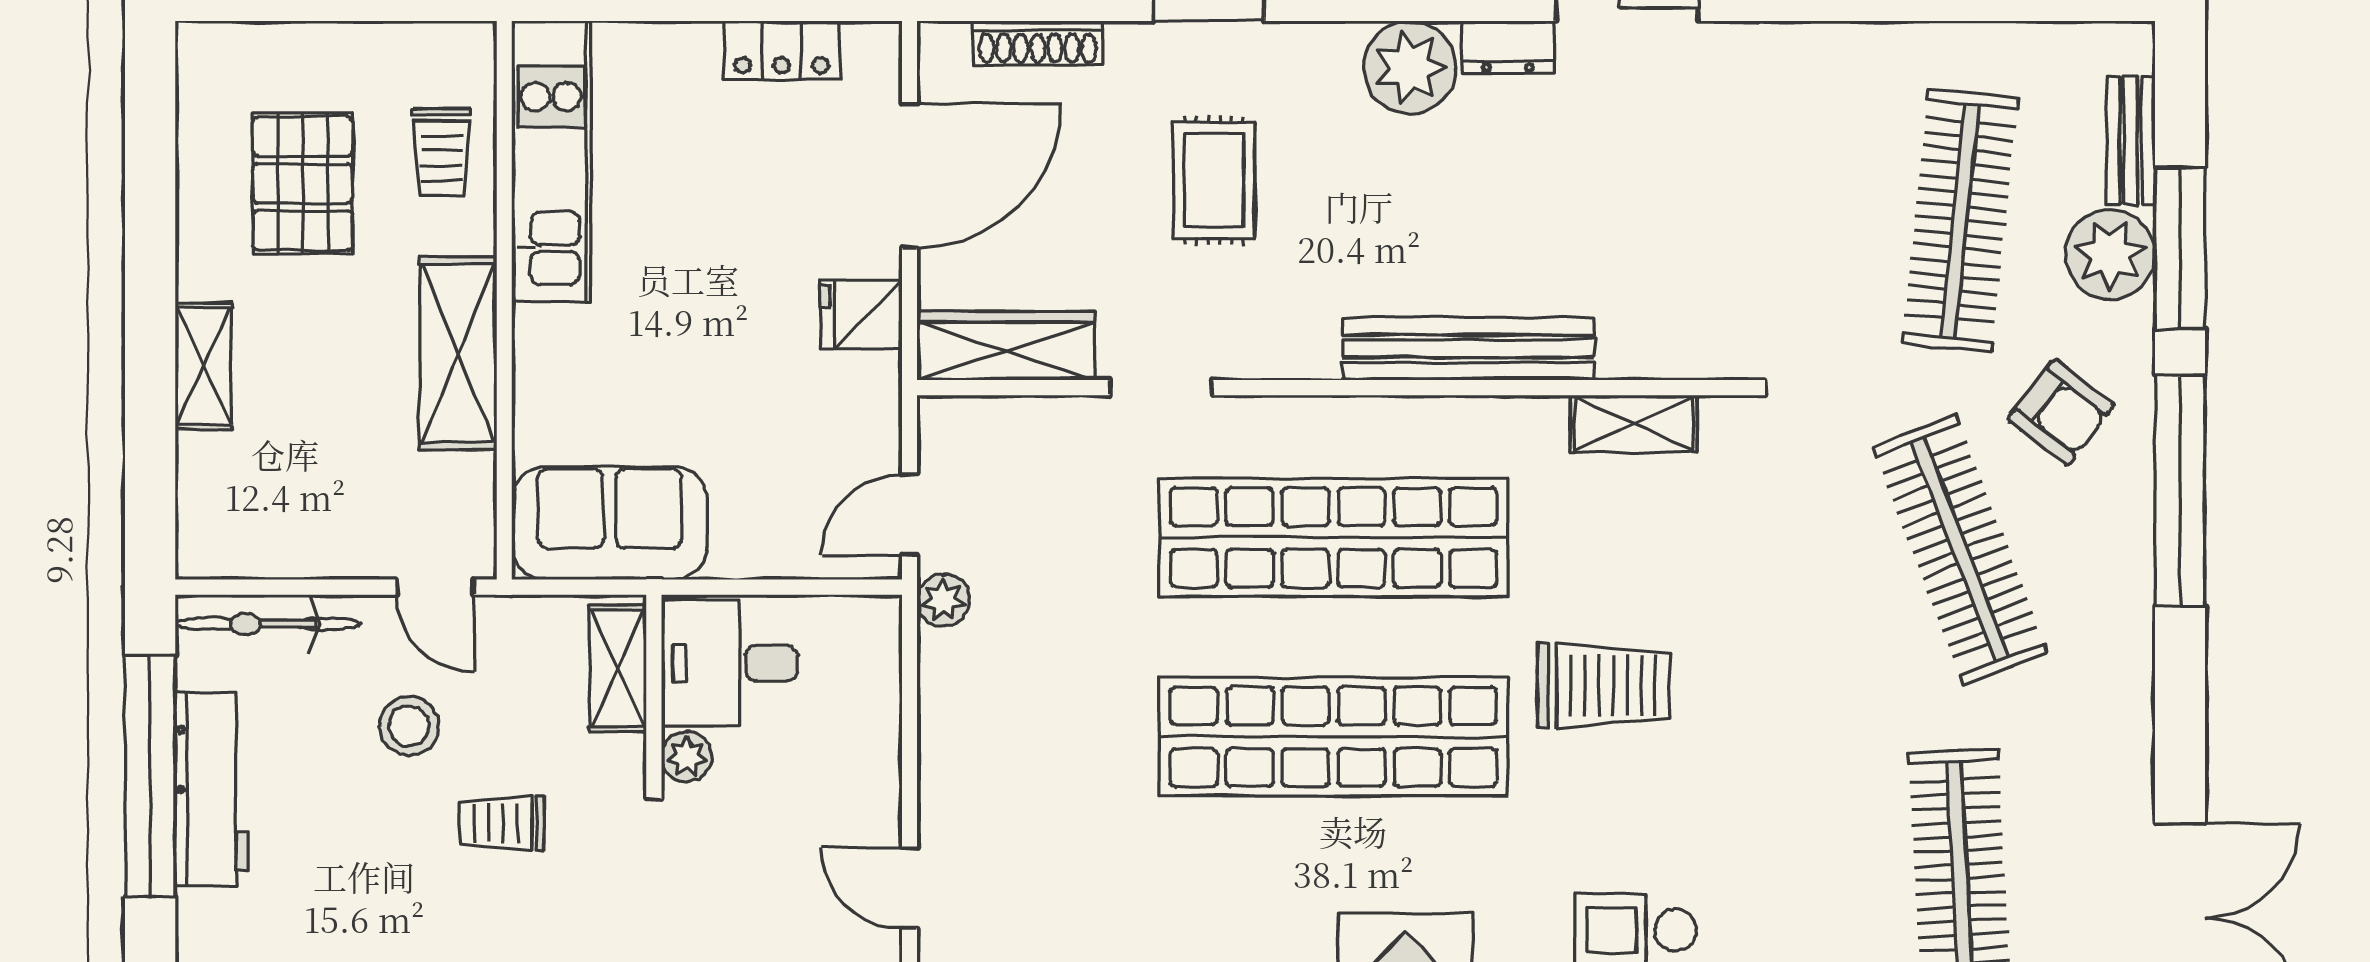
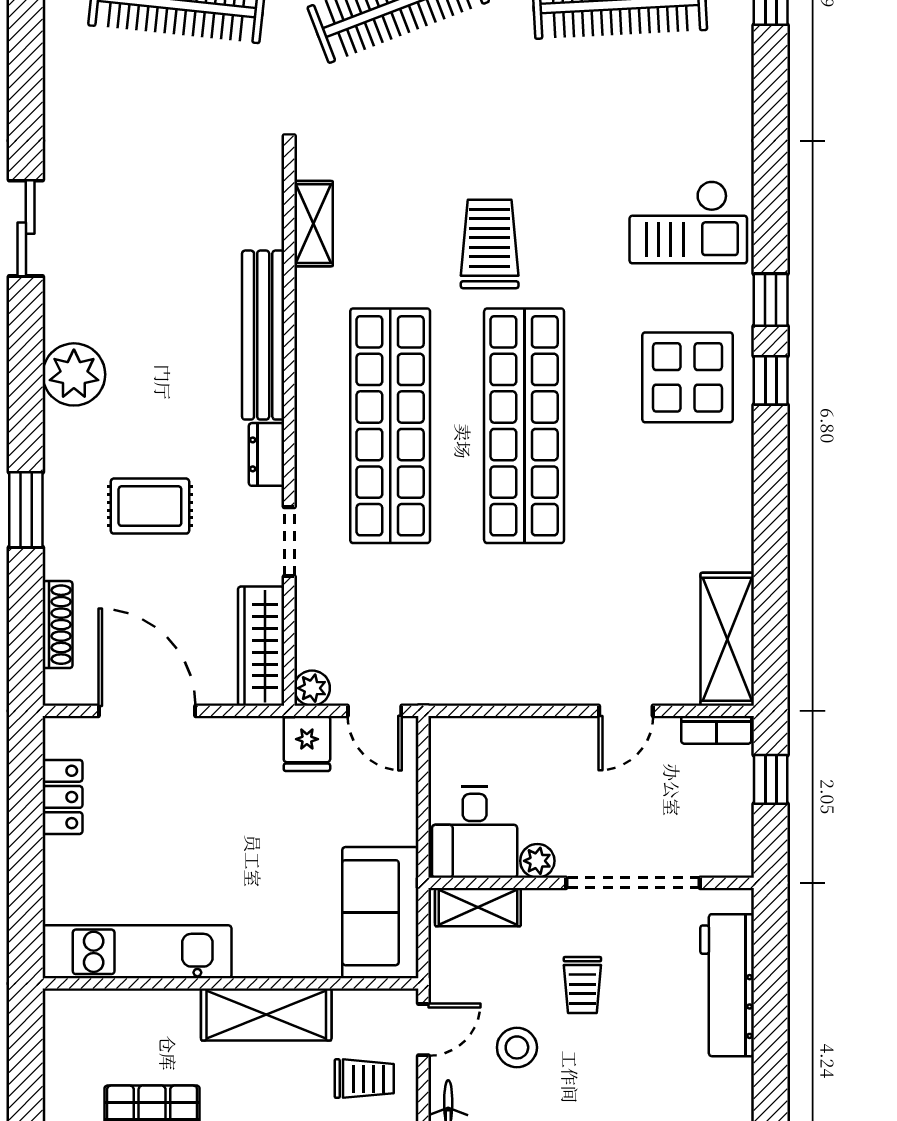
dresser: (1508, 47) -> (267, 454), moved, turned 180
trolley: (442, 152) -> (364, 1079), moved
fridge: (861, 314) -> (307, 744), moved
plant: (943, 600) -> (312, 688), moved

